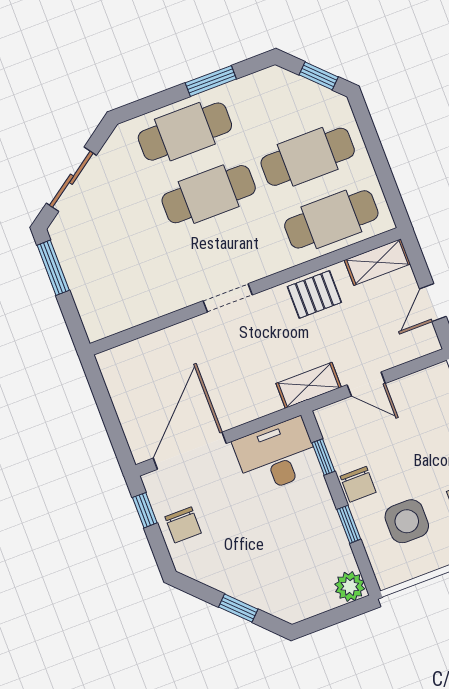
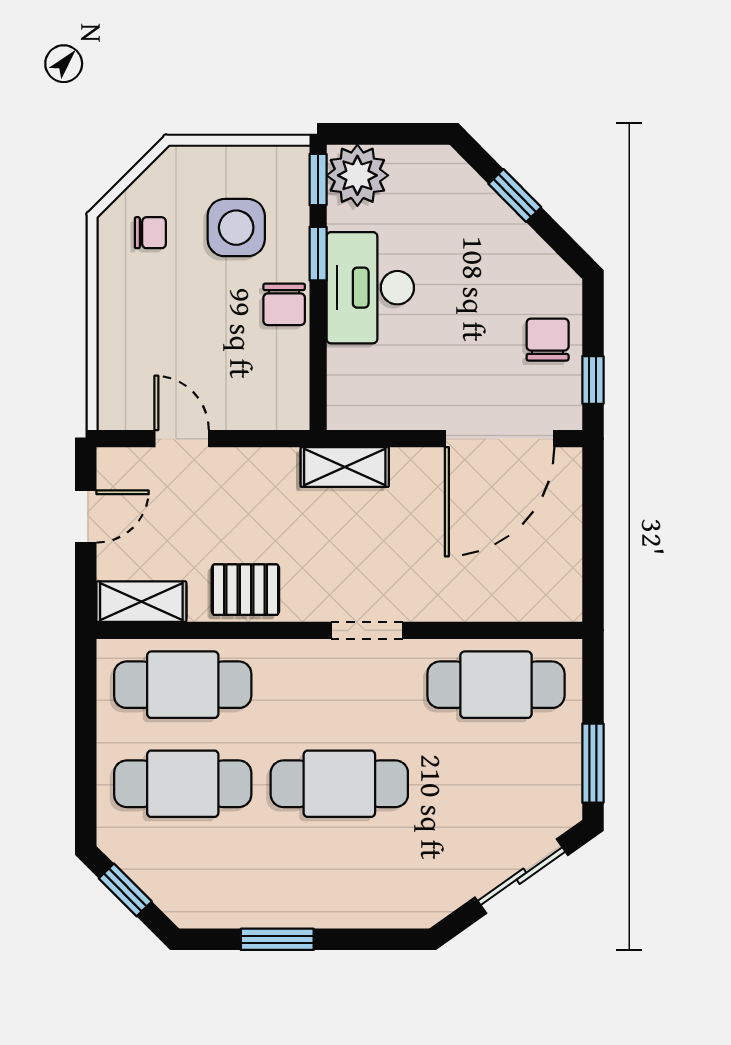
cafe table: (185, 132) -> (496, 685), moved
door: (366, 384) -> (182, 439), moved
shelving: (309, 385) -> (345, 467), moved
desk: (277, 456) -> (370, 288), moved, turned 90
window: (323, 457) -> (318, 180), moved
chair: (358, 484) -> (284, 304), turned 180
plant: (350, 586) -> (357, 175), width x1.36, depth x1.36

